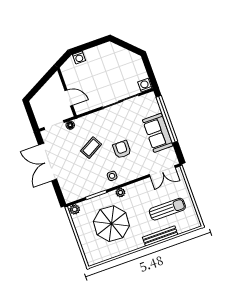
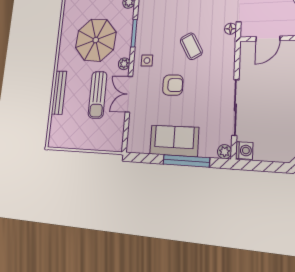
plant: (151, 97) -> (225, 152), added
window: (167, 119) -> (186, 161), width x0.68
double door: (162, 171) -> (129, 94), moved
sun lounger: (167, 209) -> (98, 95), moved

